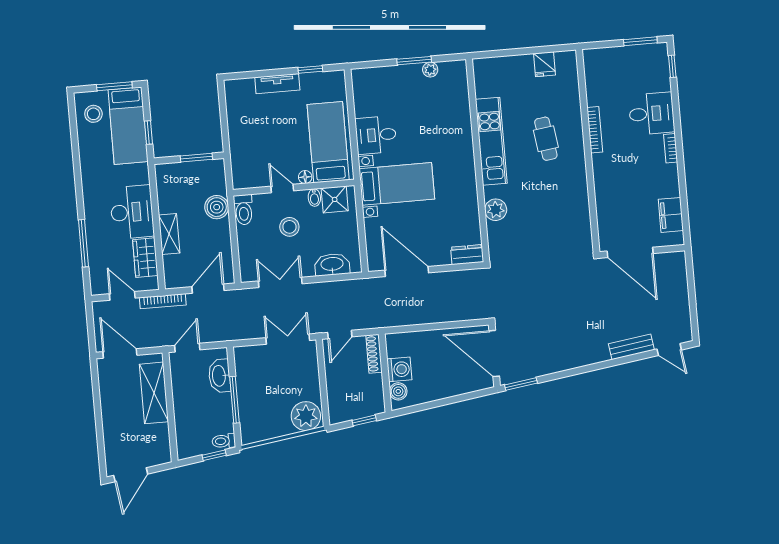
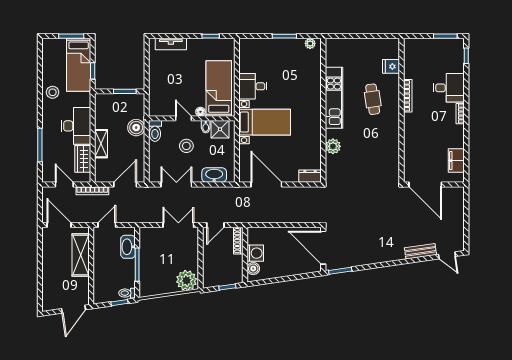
fridge: (544, 64) -> (391, 66), moved, turned 90
plant: (430, 70) -> (310, 43), moved
tv unit: (277, 84) -> (171, 44), moved
stool: (93, 114) -> (53, 92), moved
door: (131, 475) -> (73, 309), moved

